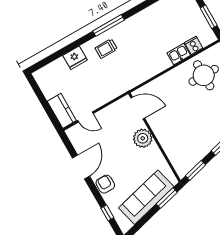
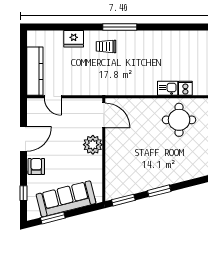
kitchen counter: (62, 111) -> (35, 71), width x1.50
window: (167, 198) -> (53, 218), moved

